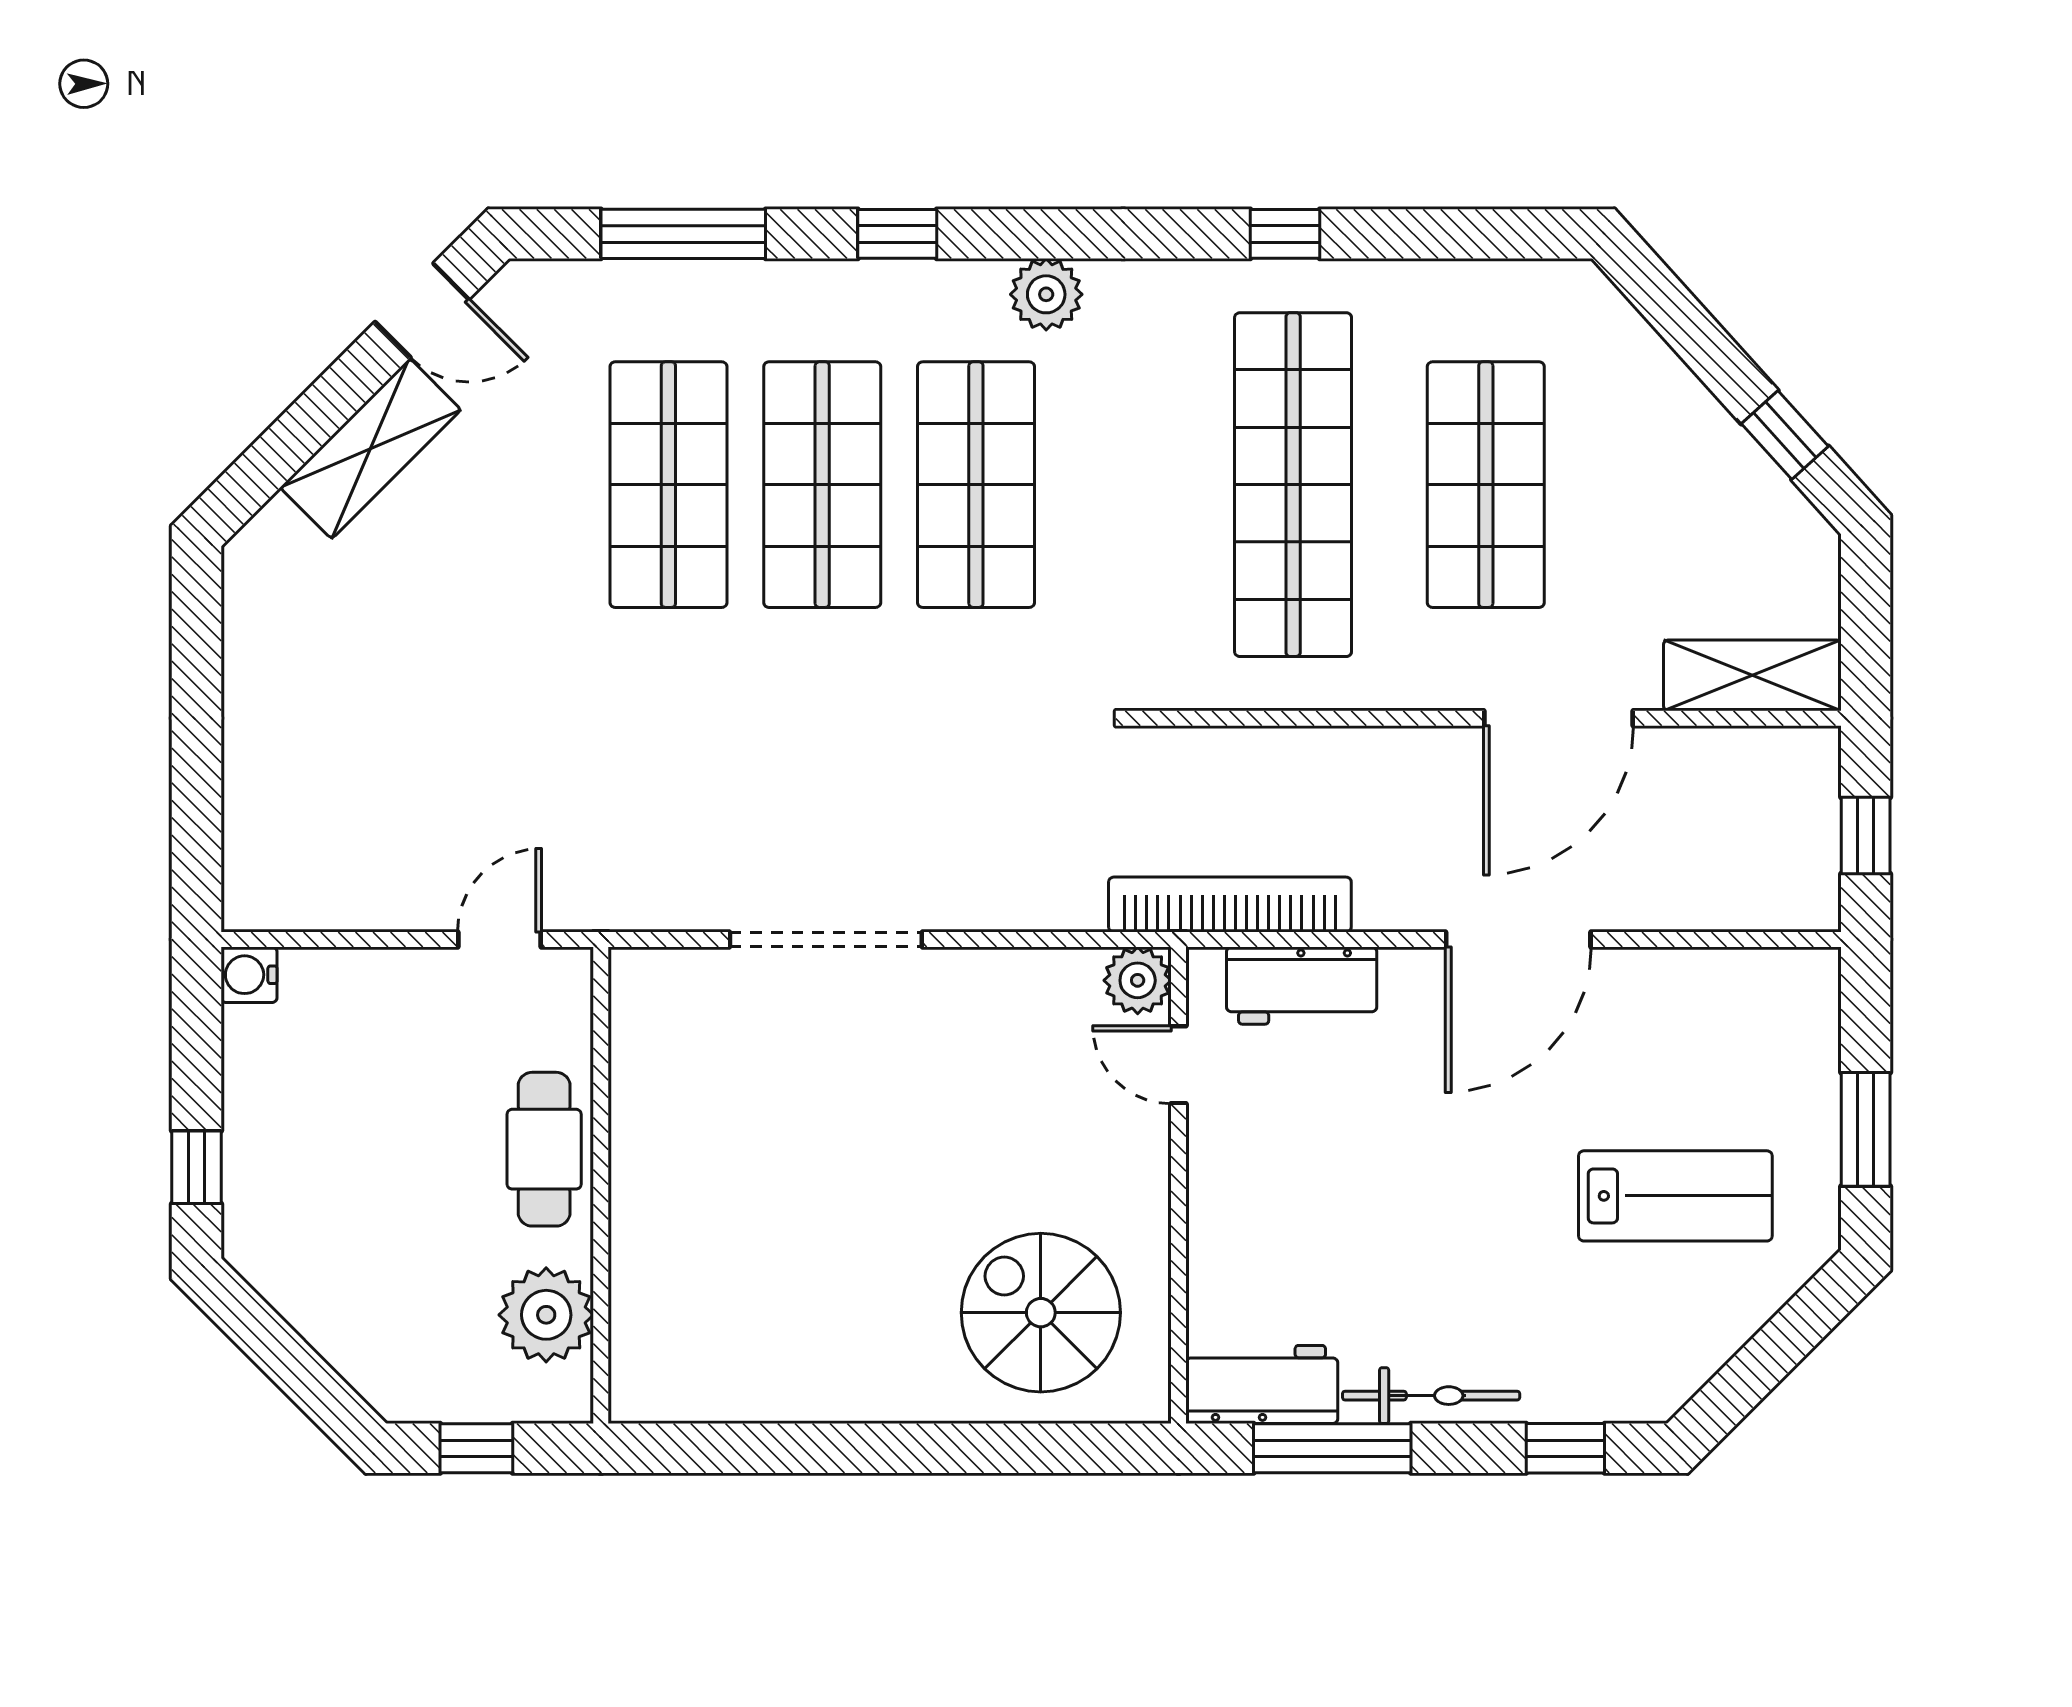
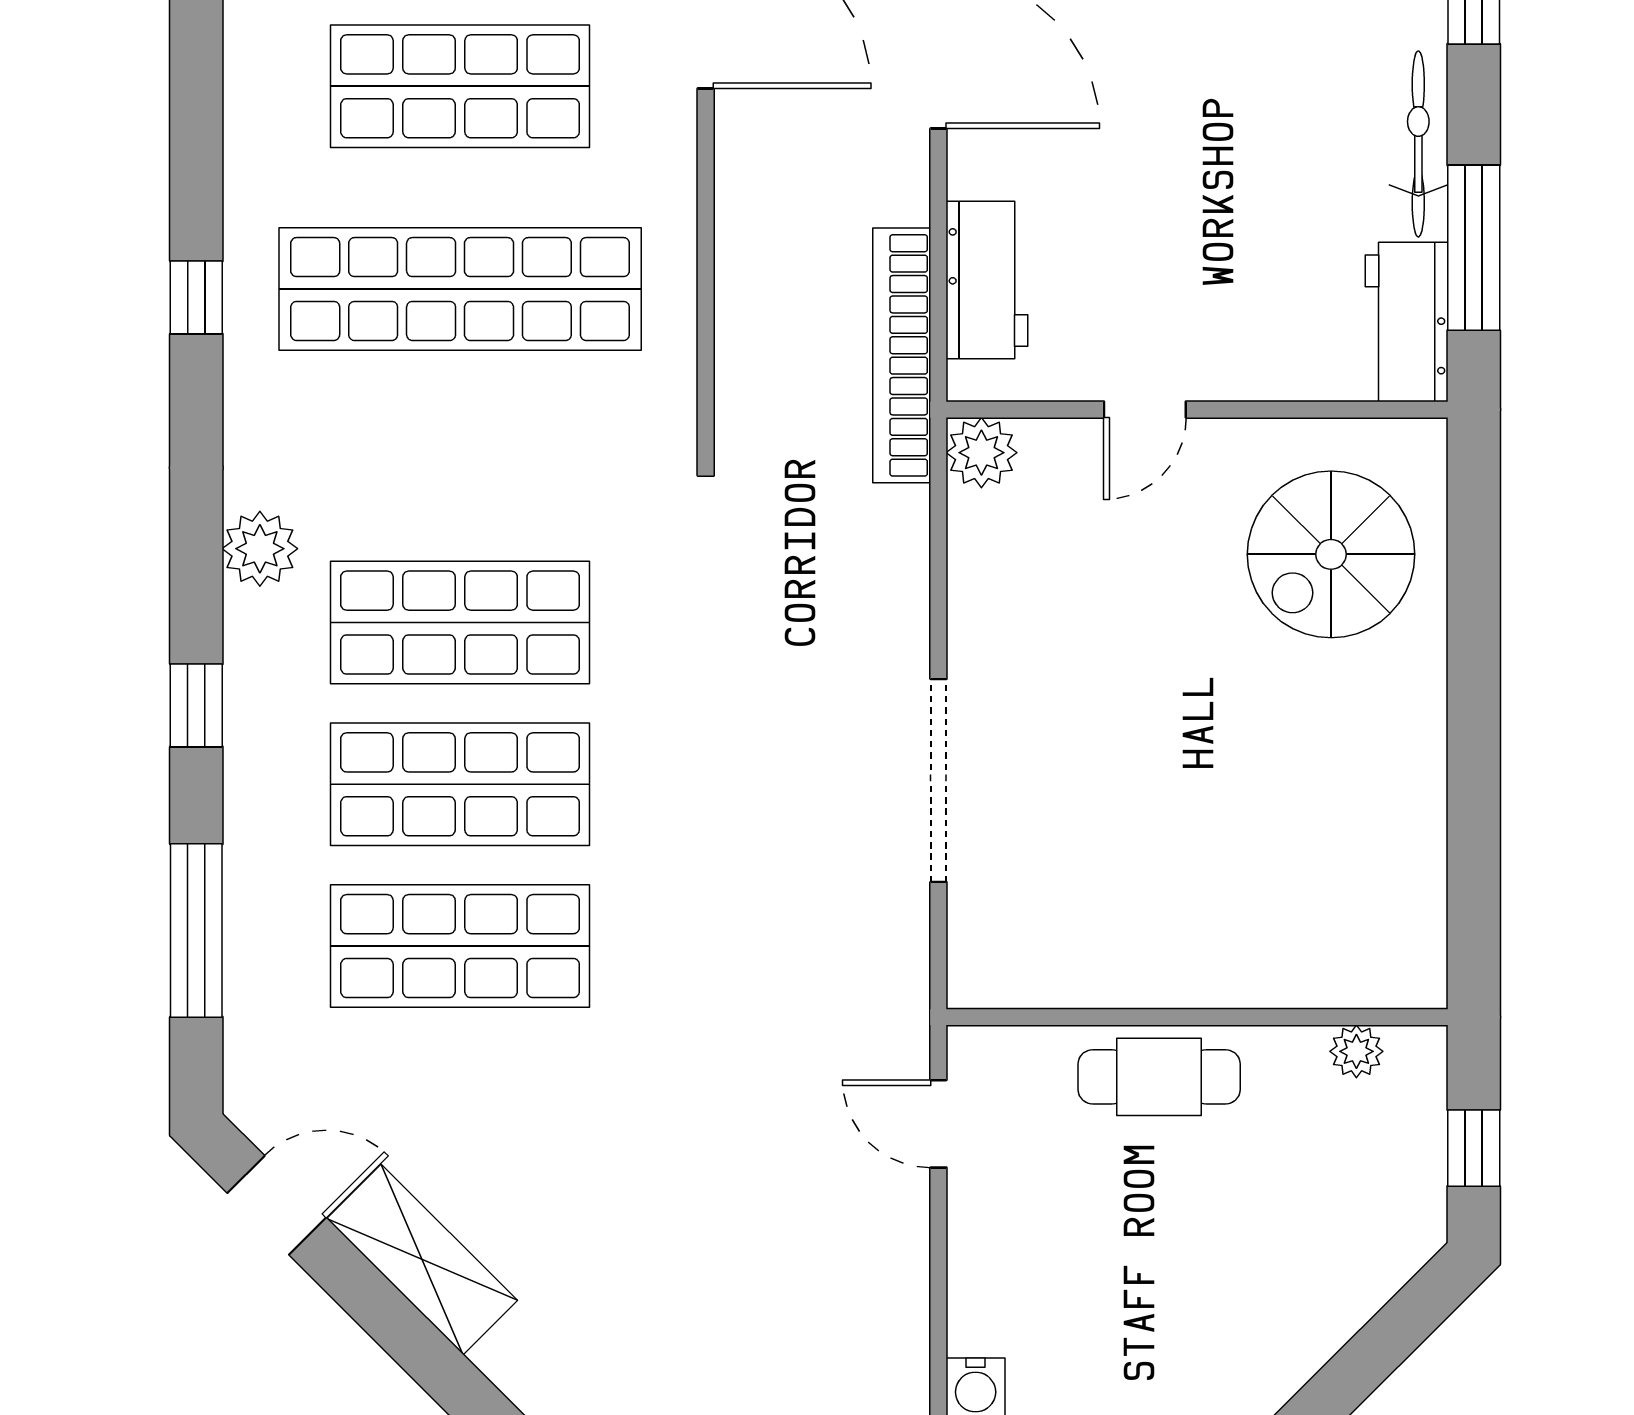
door: (422, 310) -> (277, 1205), hinge flipped
door: (1179, 1065) -> (1145, 410), moved
plant: (546, 1315) -> (1356, 1051), width x0.53, depth x0.53

